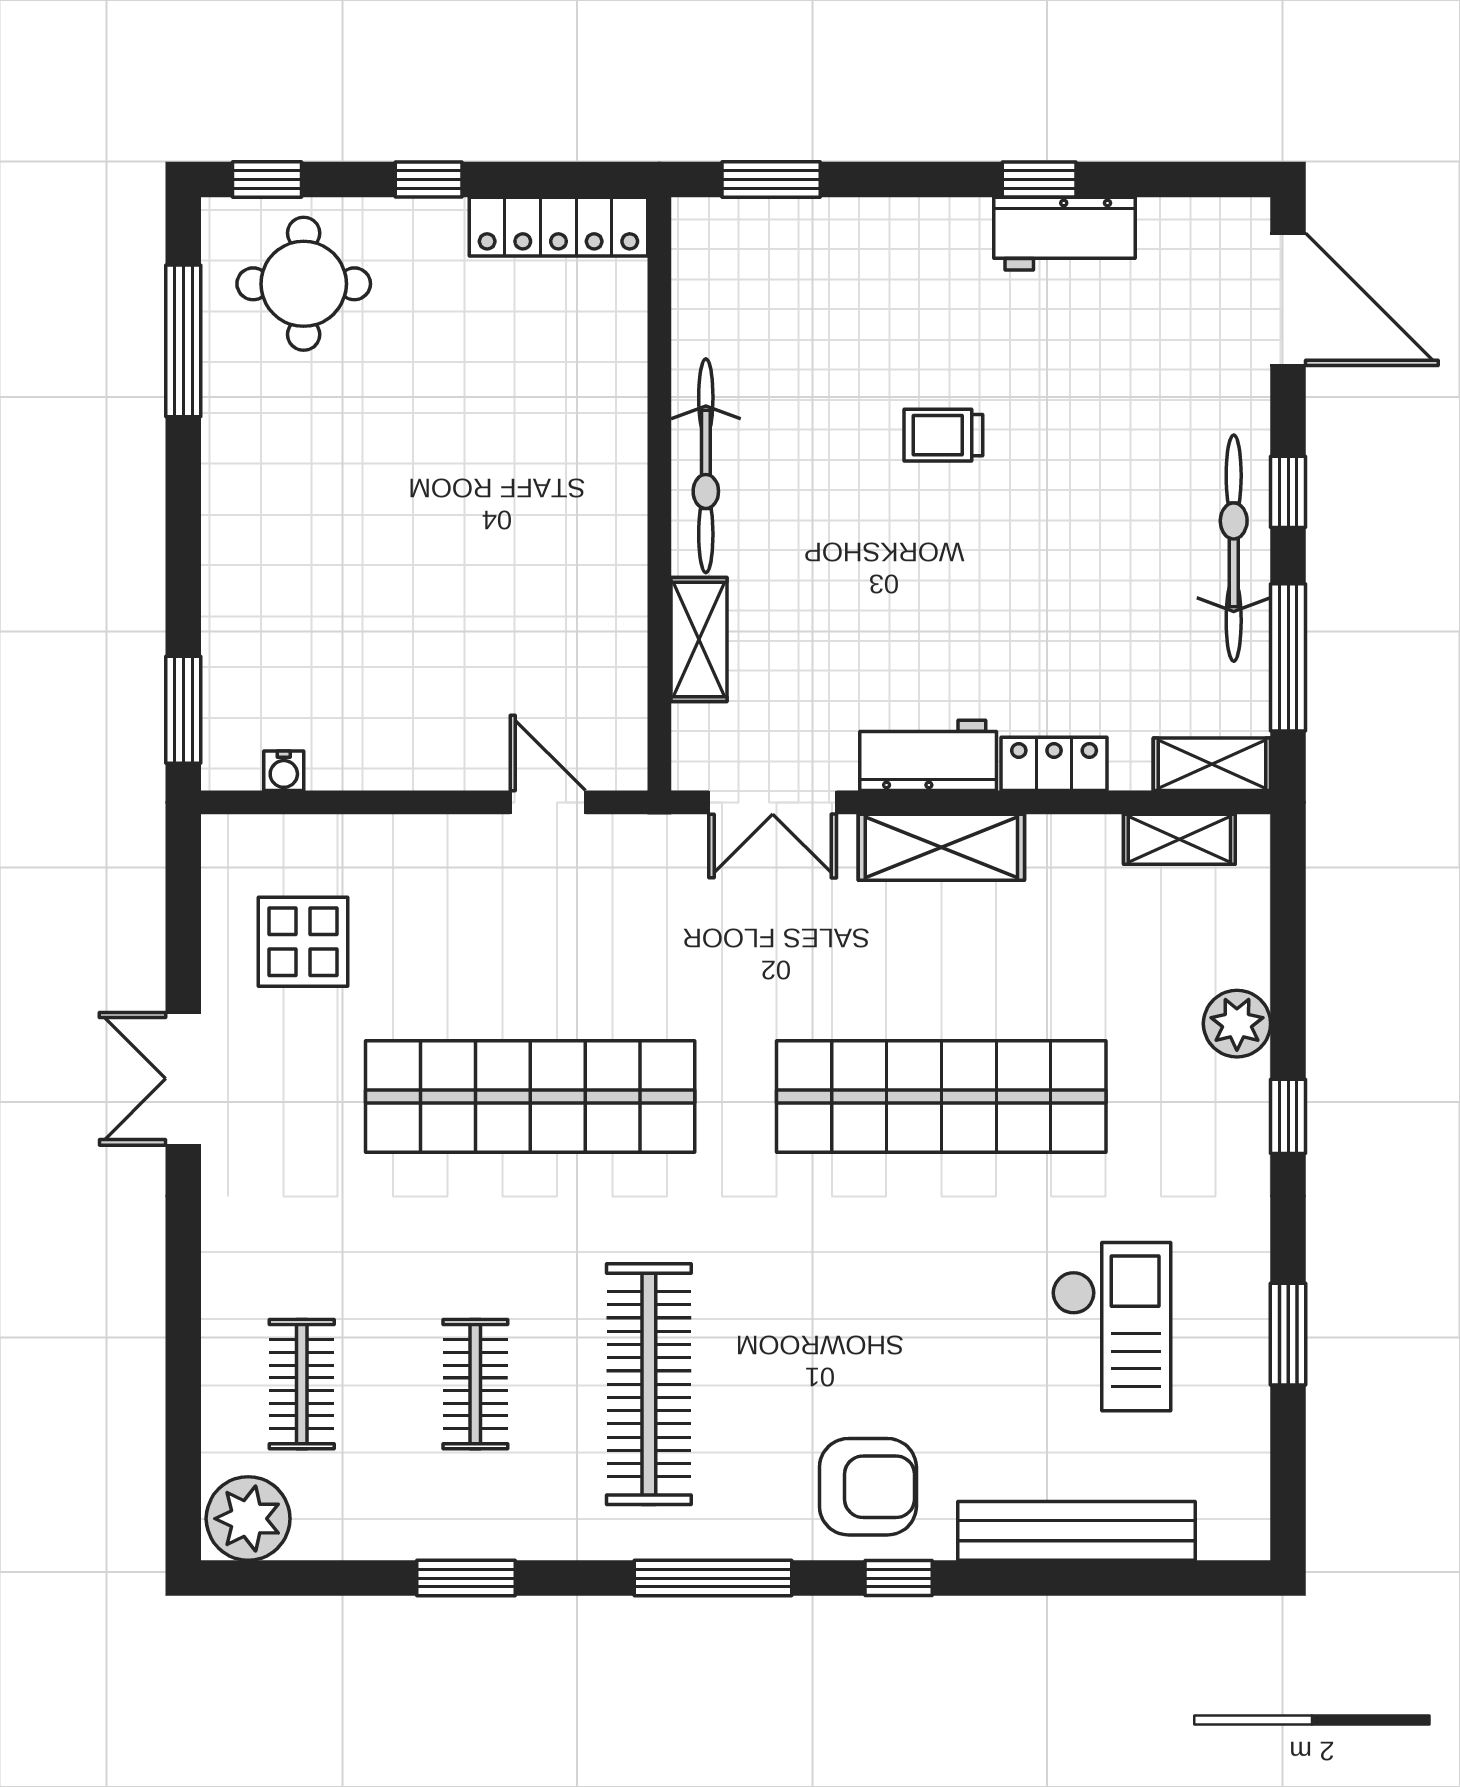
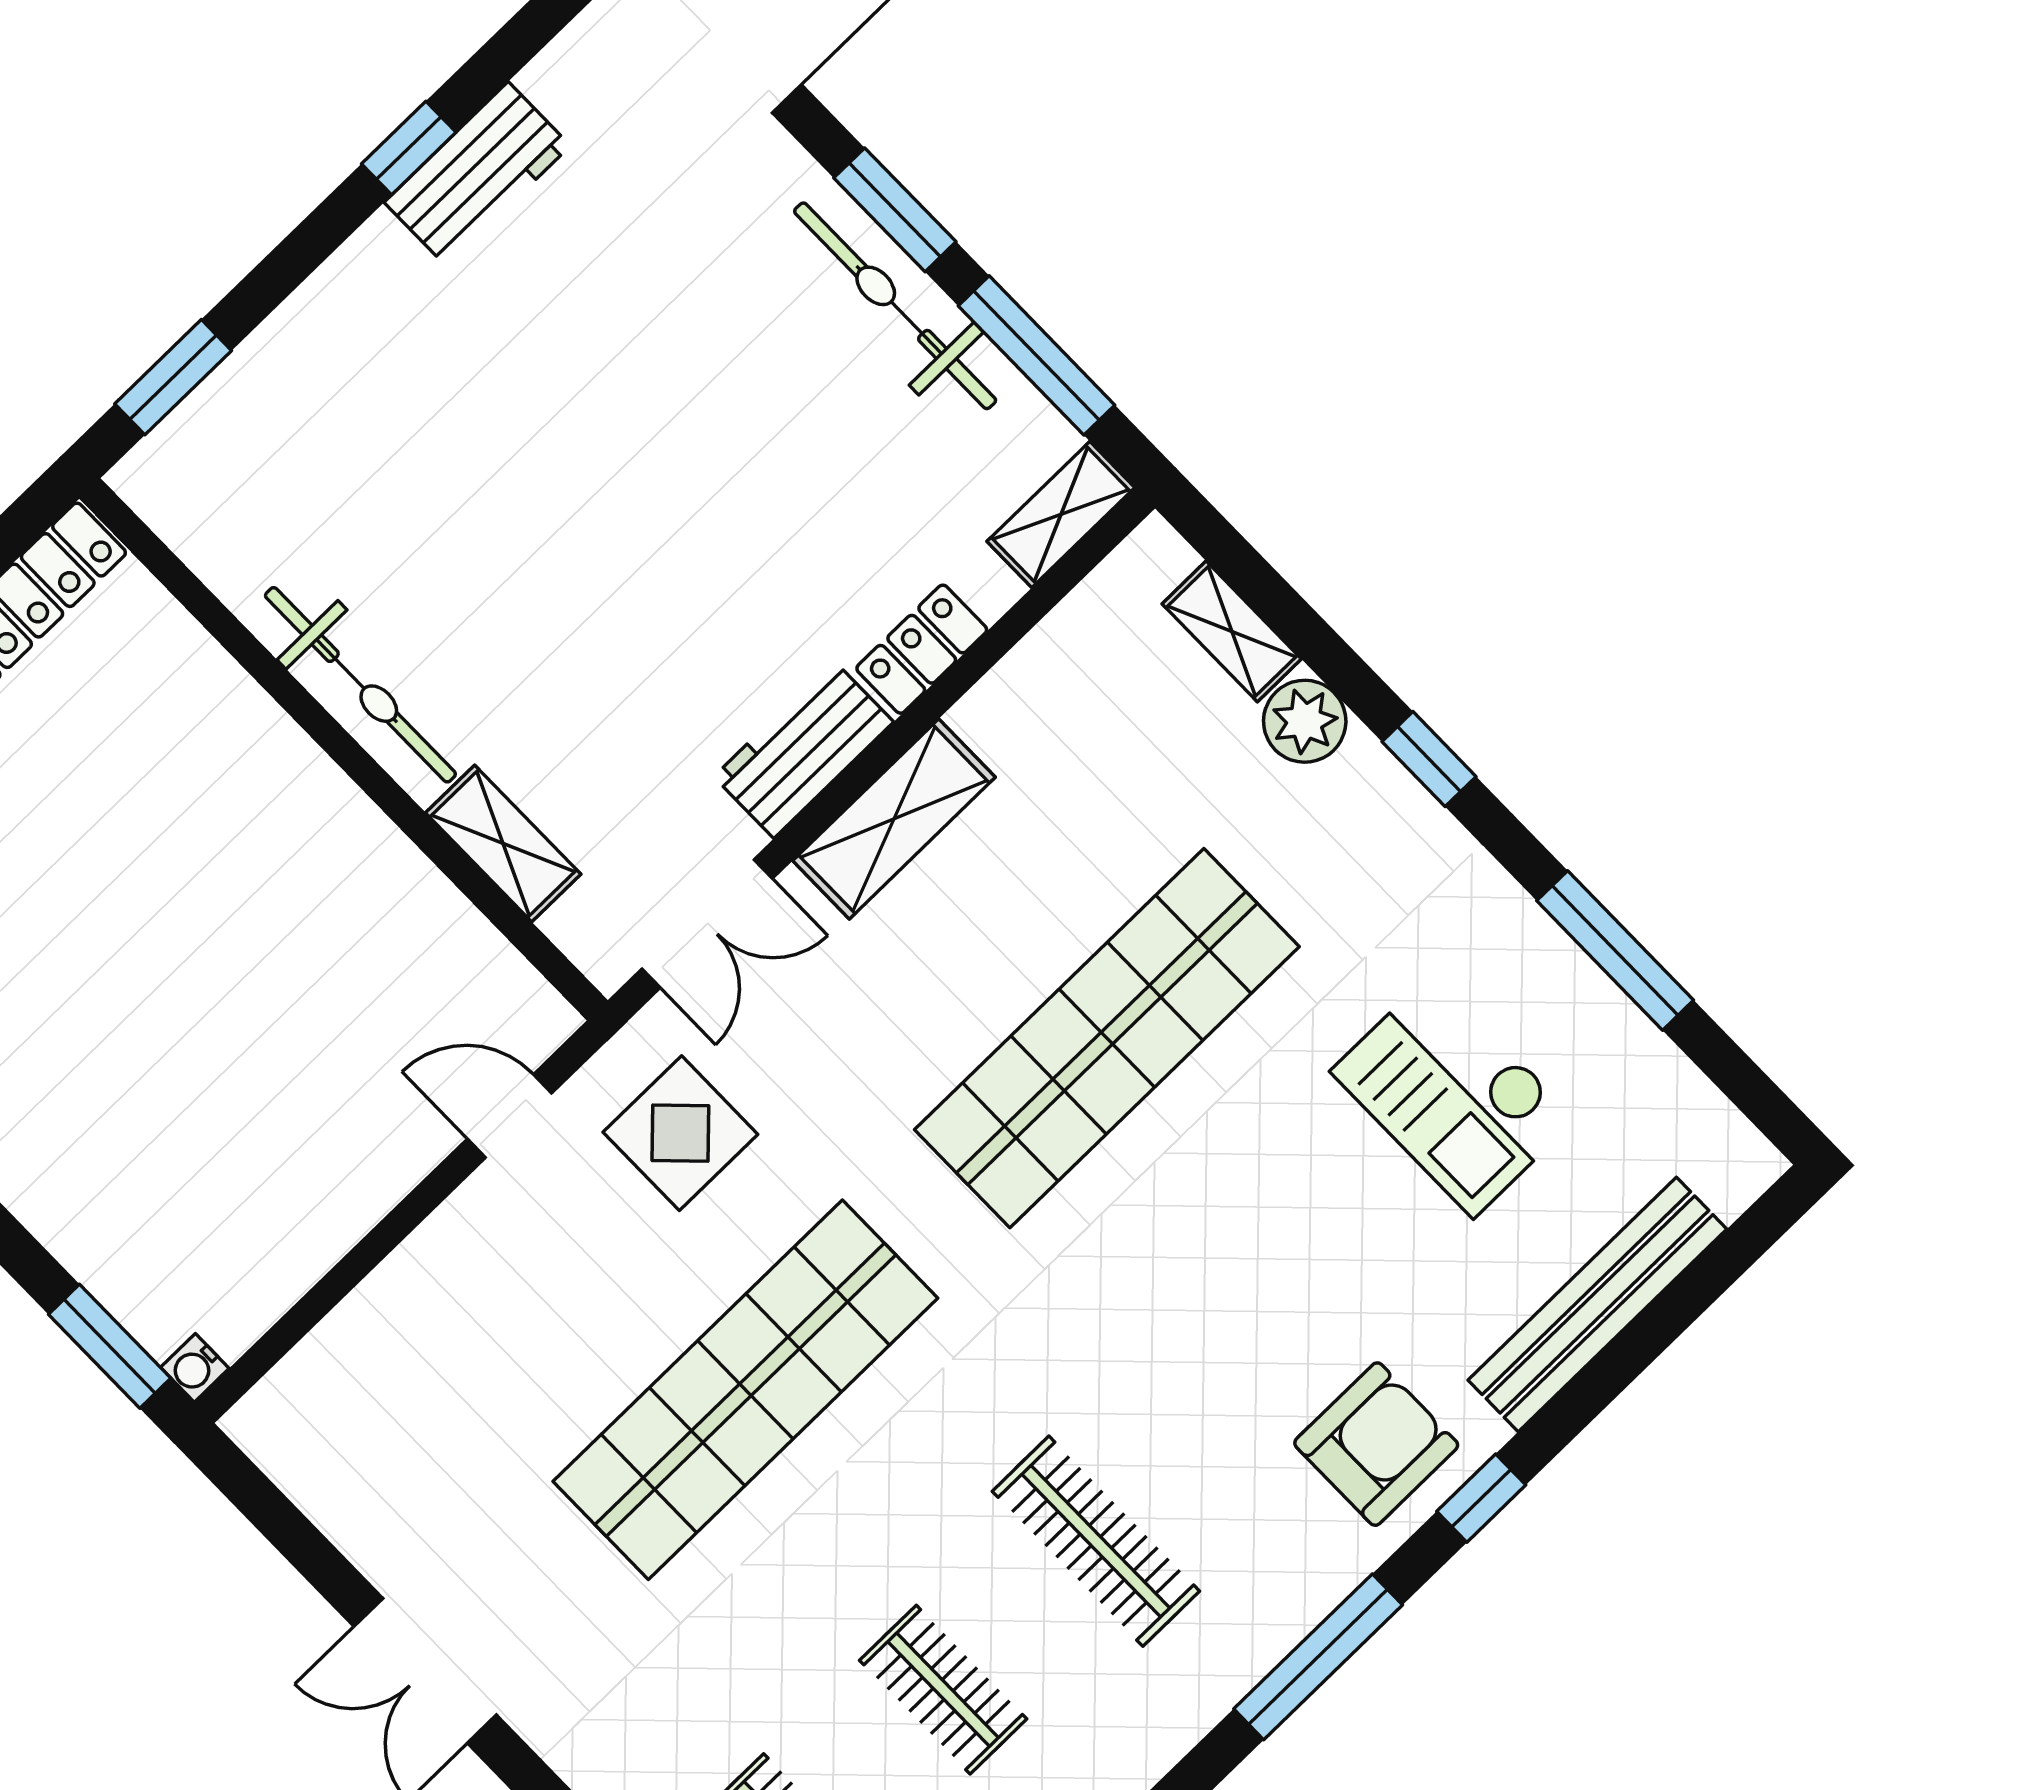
trolley: (943, 435) -> (543, 455), removed
window: (1288, 492) -> (895, 210), width x1.50
water cooler: (284, 771) -> (195, 1368), moved, turned 90
shelving: (1179, 839) -> (1232, 631), moved, turned 90
display table: (303, 942) -> (680, 1133), moved
checkout: (1111, 1327) -> (1453, 1095), turned 180
window: (1288, 1334) -> (1615, 950), width x1.44
clothes rail: (649, 1384) -> (1096, 1541), width x0.73, depth x0.76

